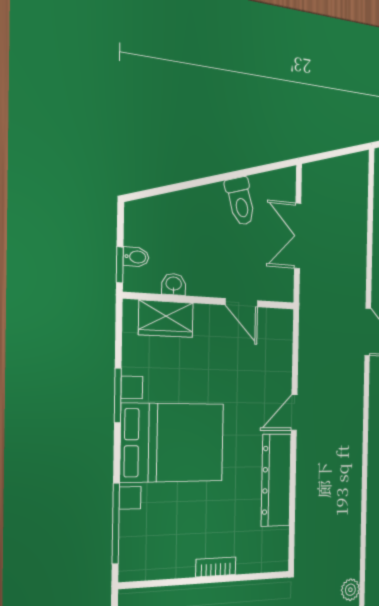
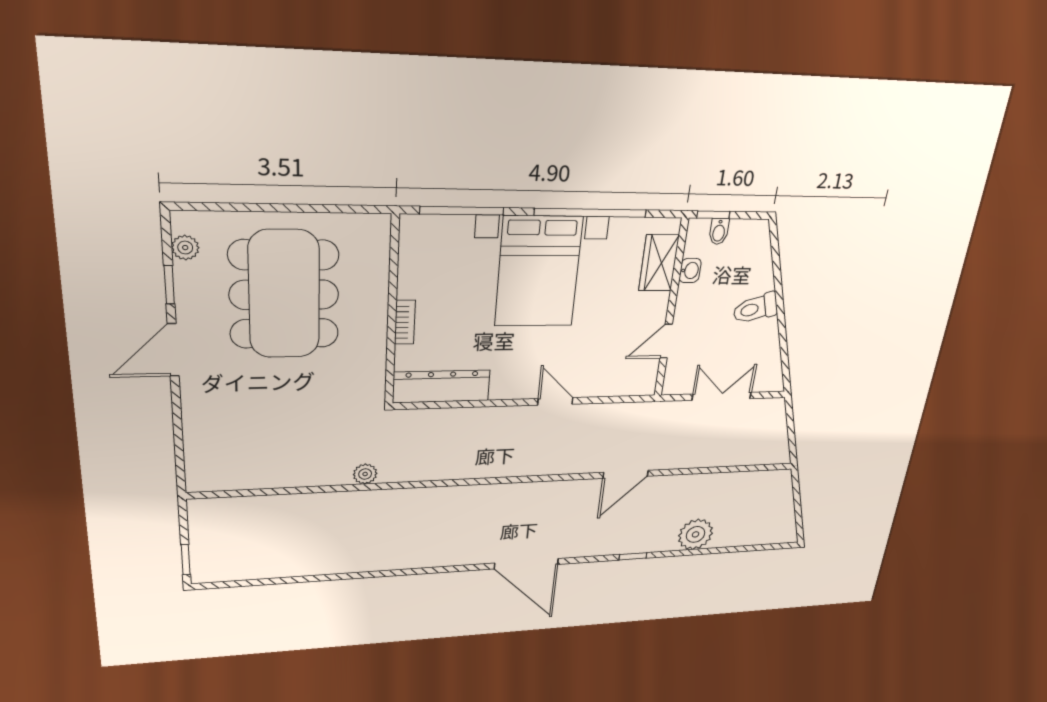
toilet: (241, 201) -> (755, 308), moved
window: (118, 396) -> (591, 213), width x2.11
dresser: (276, 480) -> (441, 386), moved

